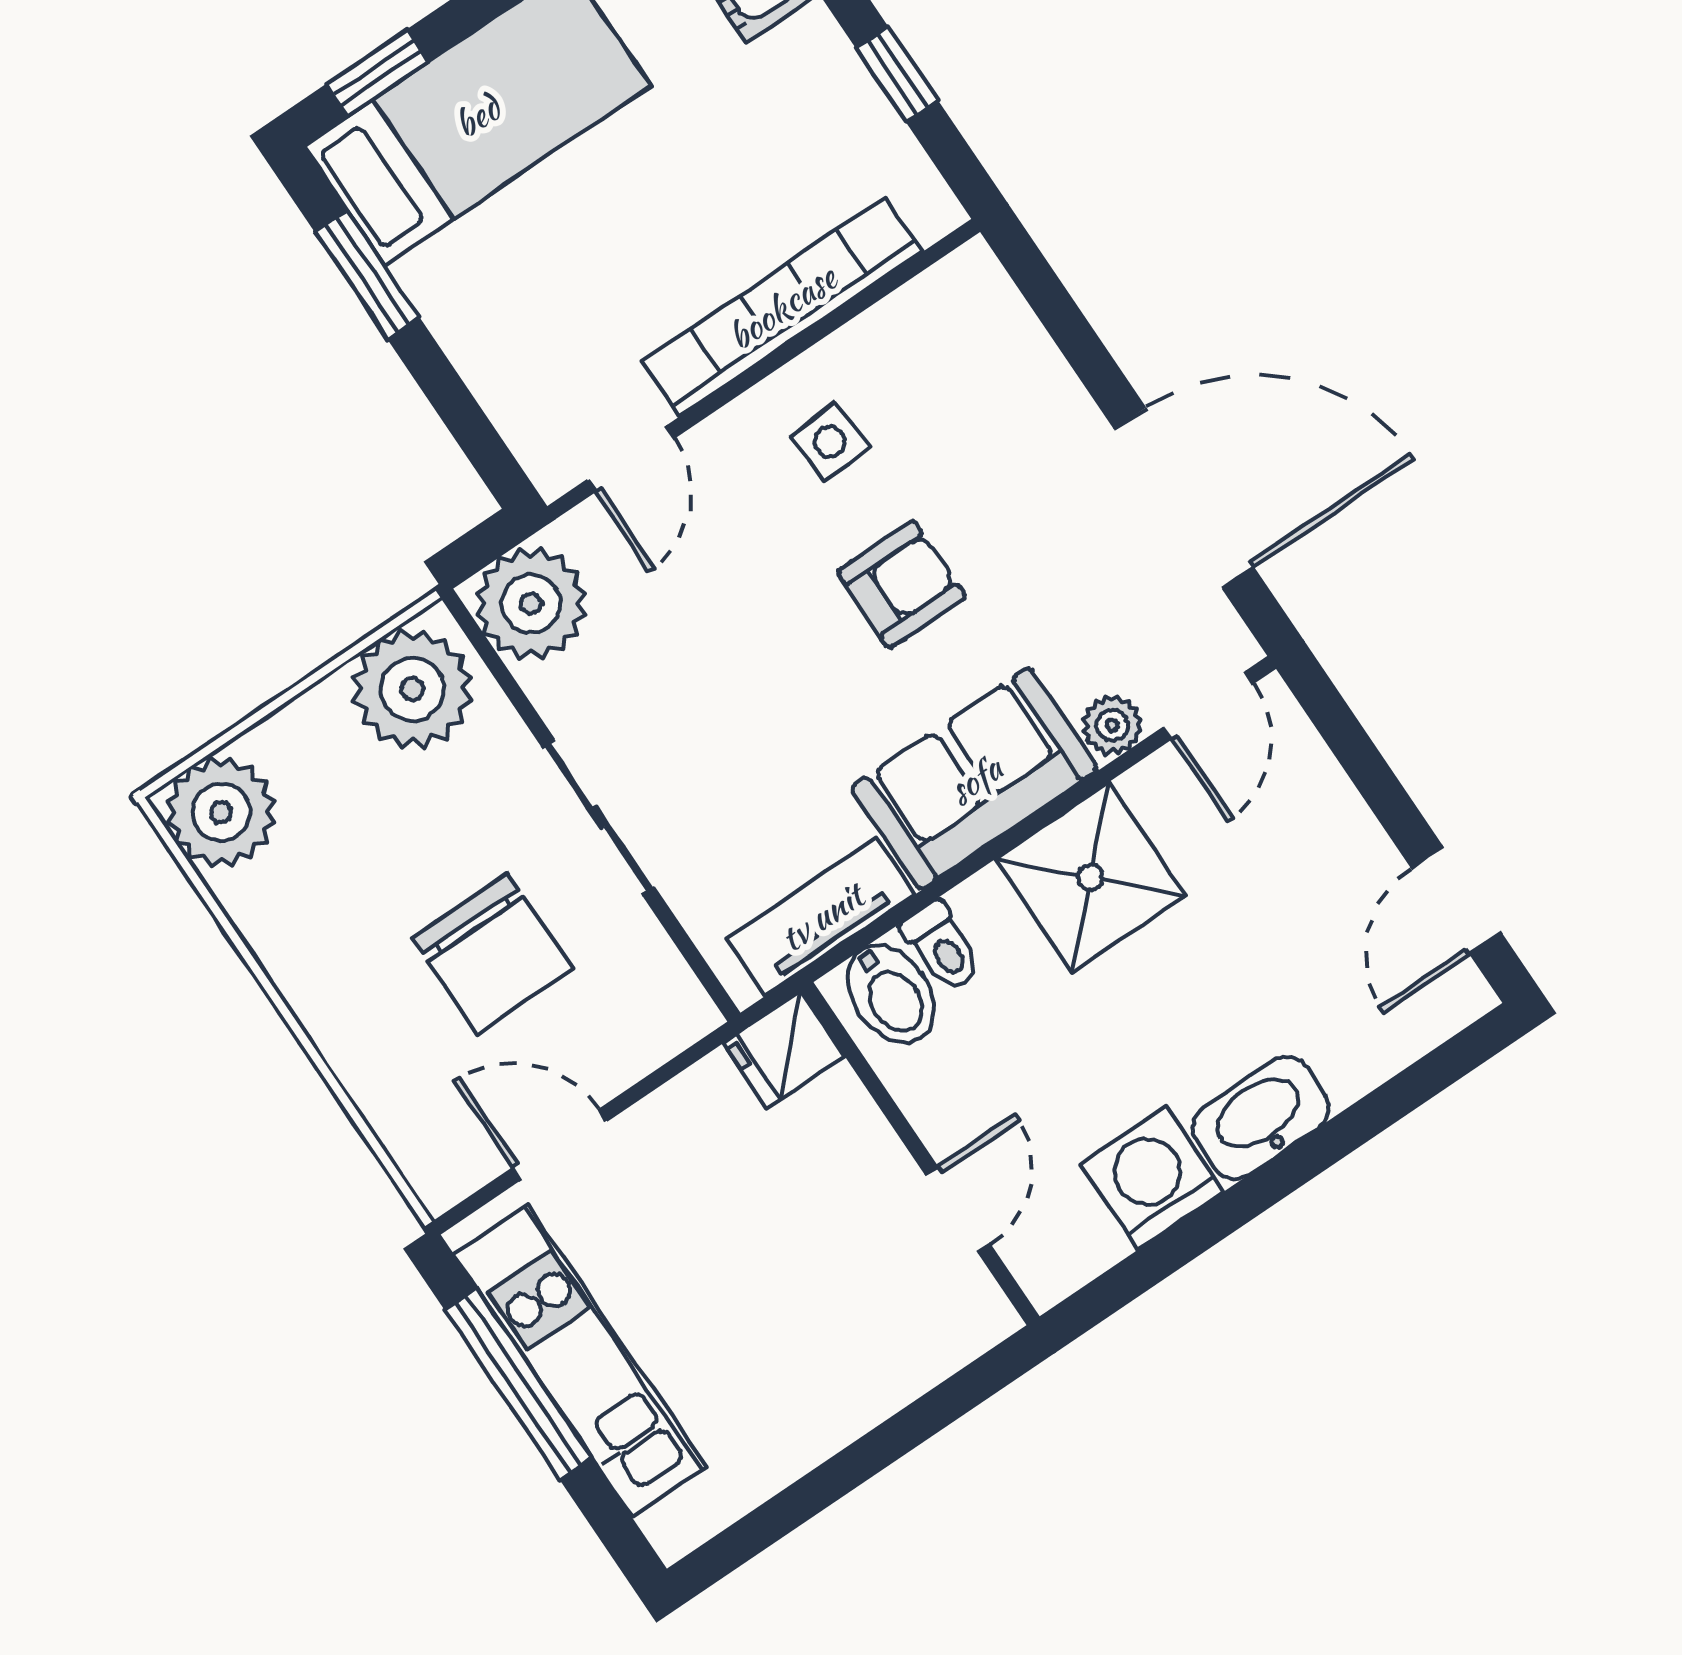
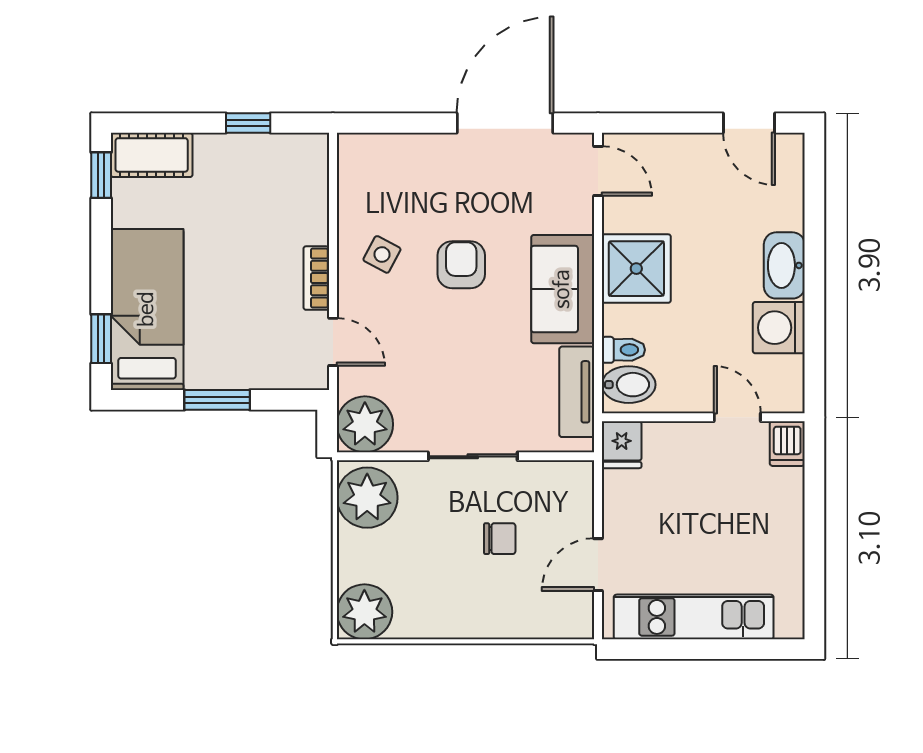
window: (367, 275) -> (217, 400), moved
bookcase: (782, 307) -> (316, 278), width x0.43, depth x0.76
side table: (830, 442) -> (382, 254), turned 32
plant: (1112, 725) -> (579, 217), removed
chair: (493, 953) -> (500, 539), width x0.54, depth x0.54
dishwasher: (970, 1321) -> (787, 444), added
window: (518, 1384) -> (686, 649), removed

